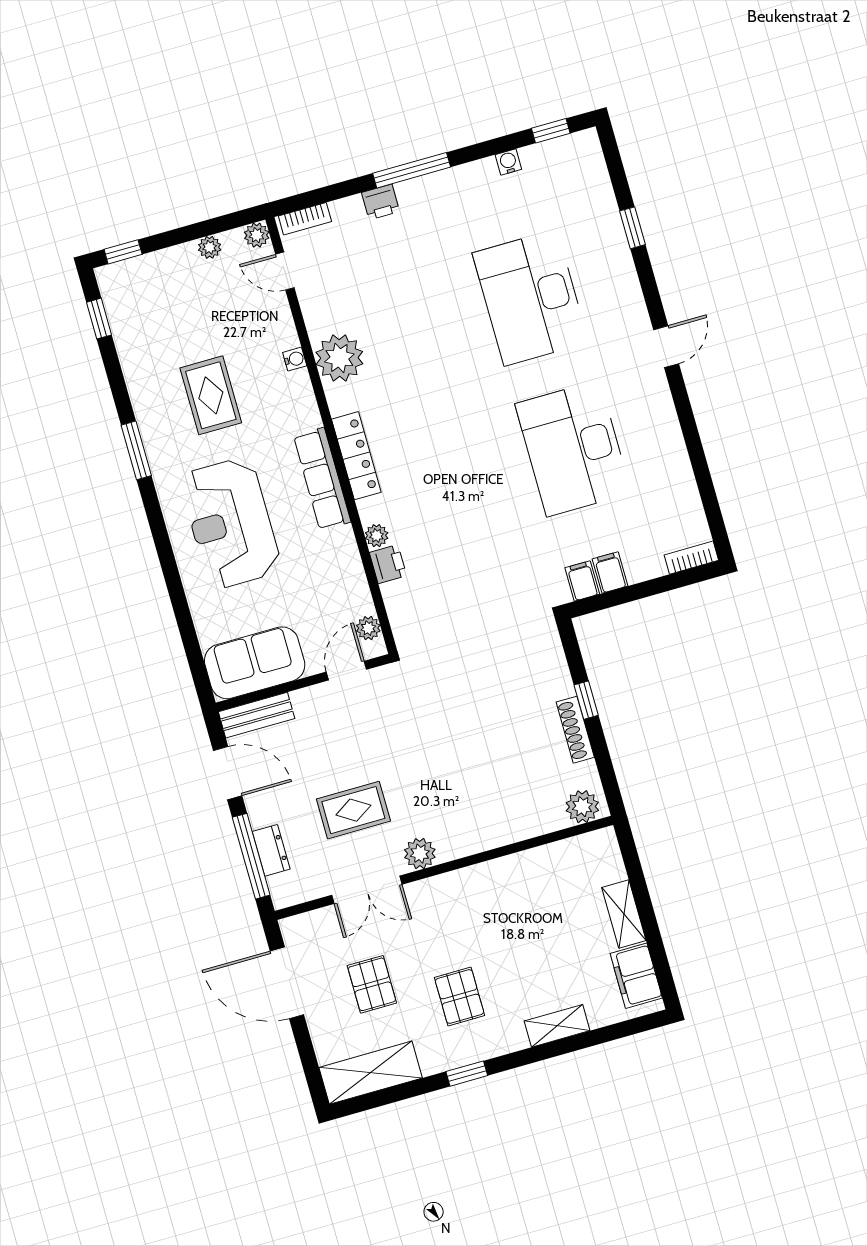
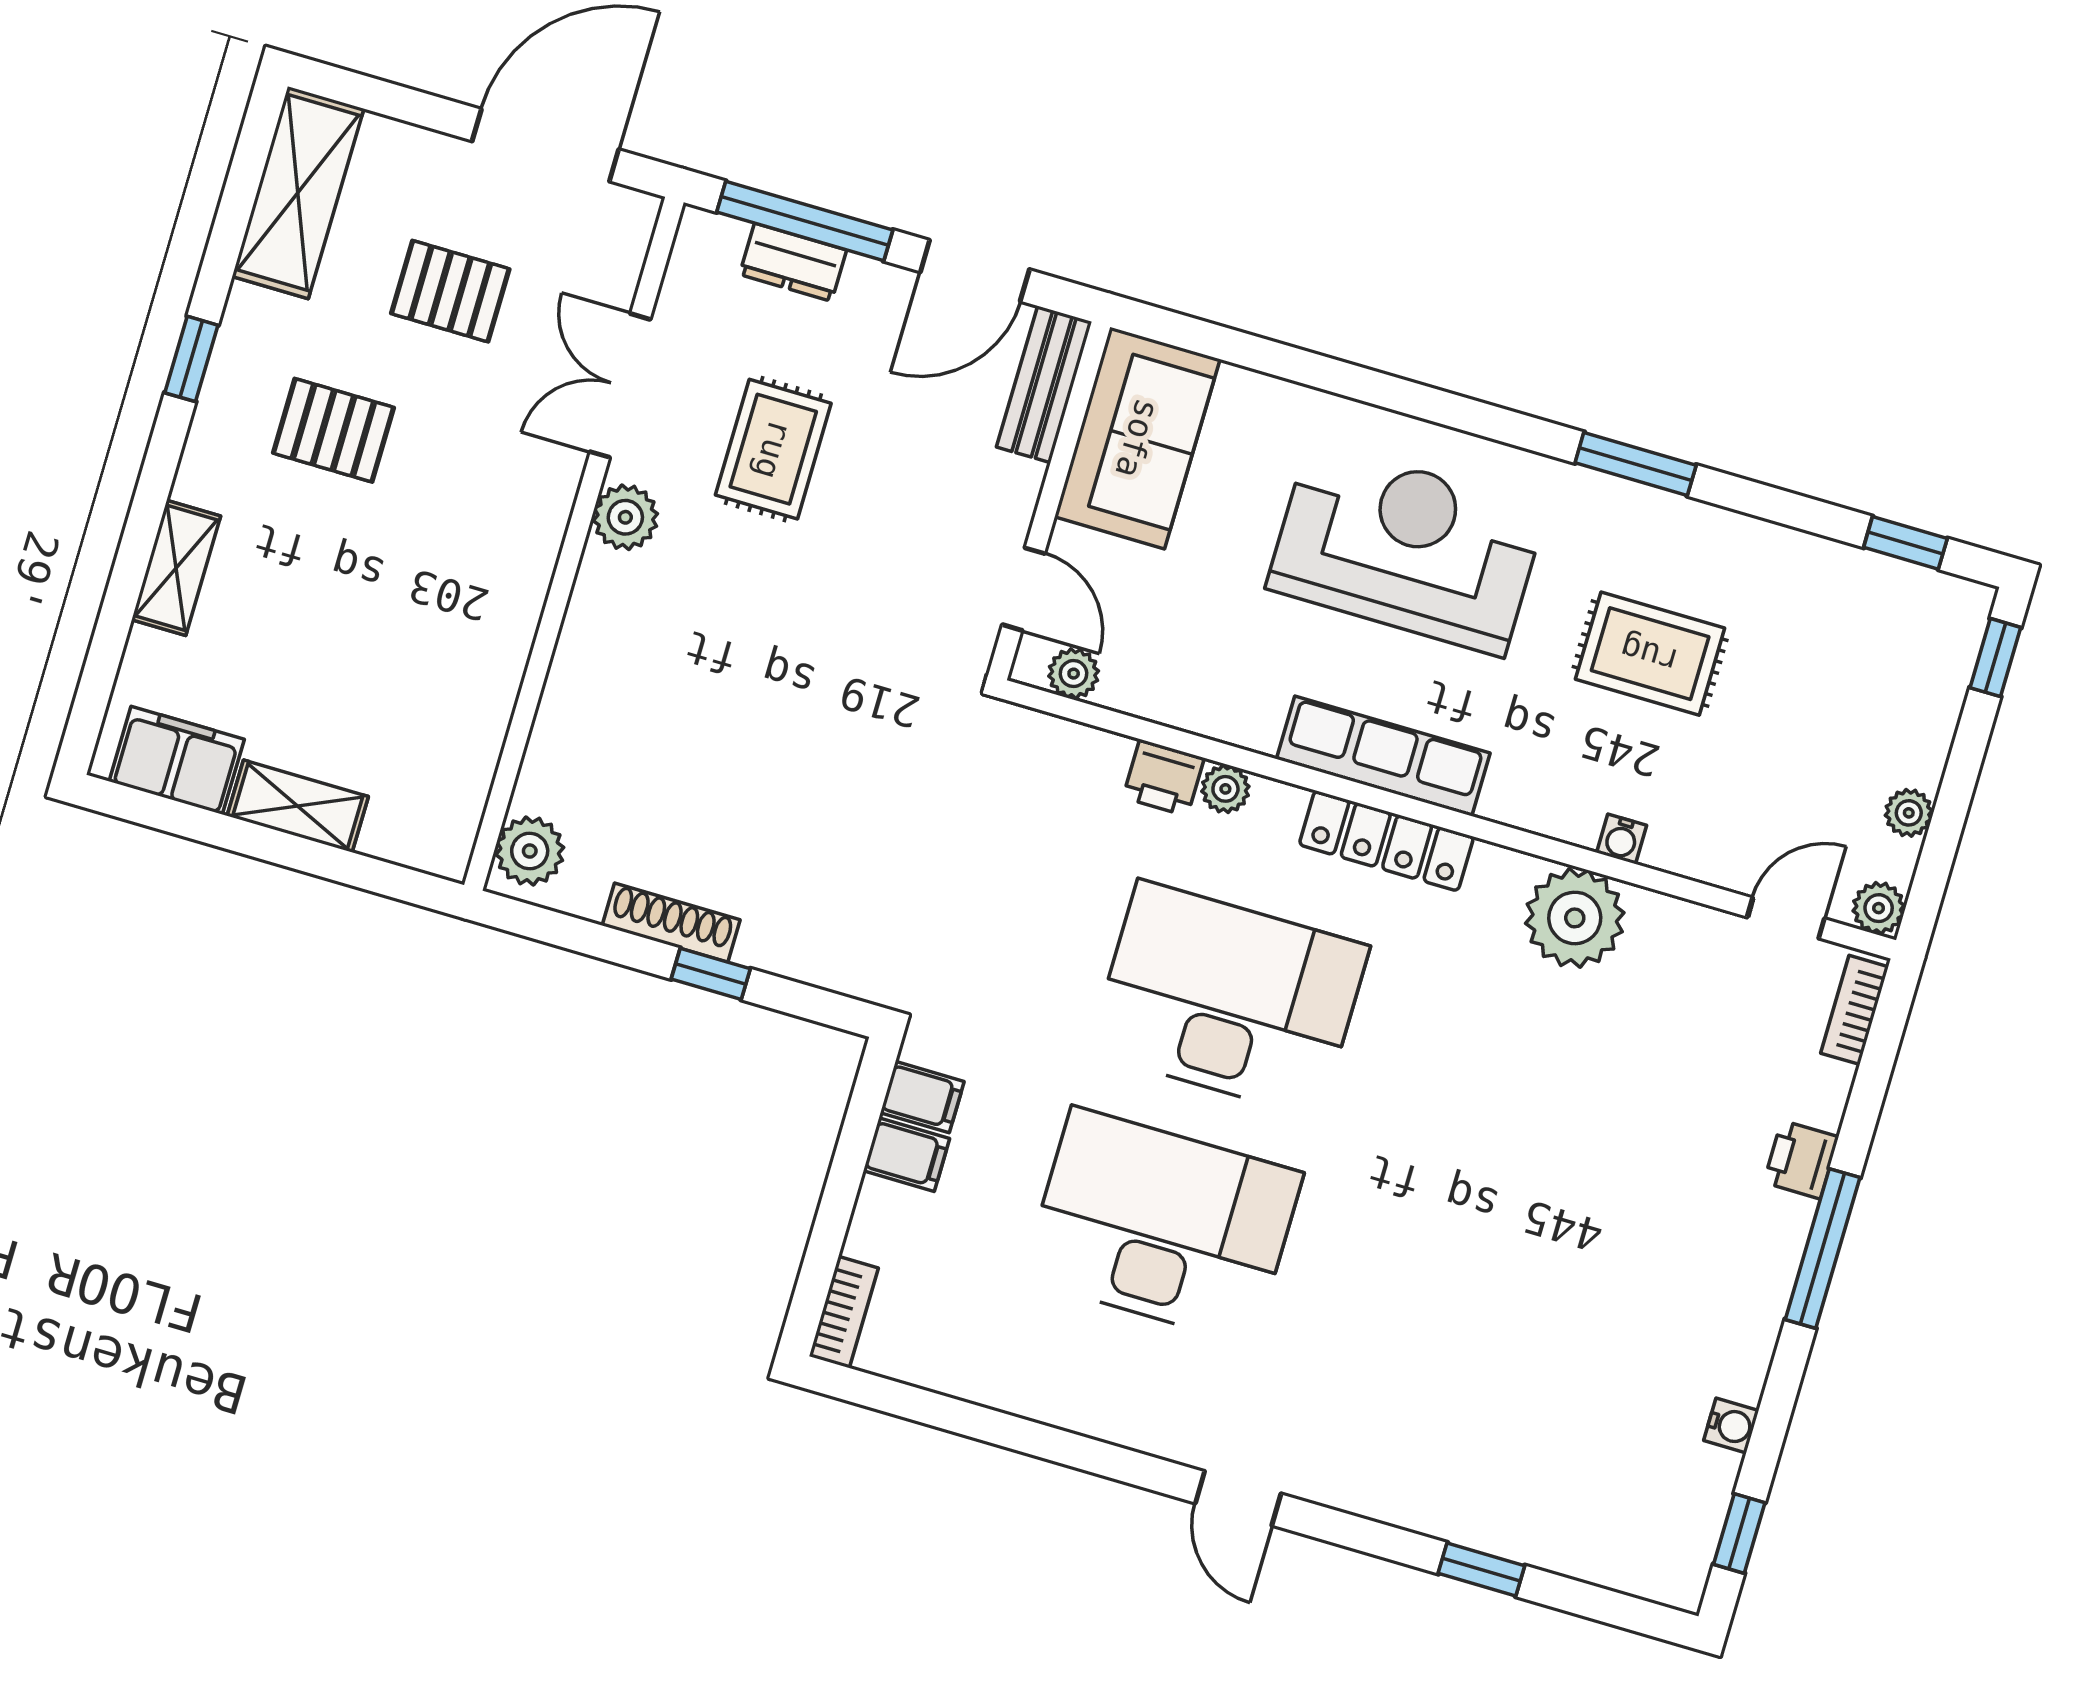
desk: (530, 298) -> (1229, 999), moved

